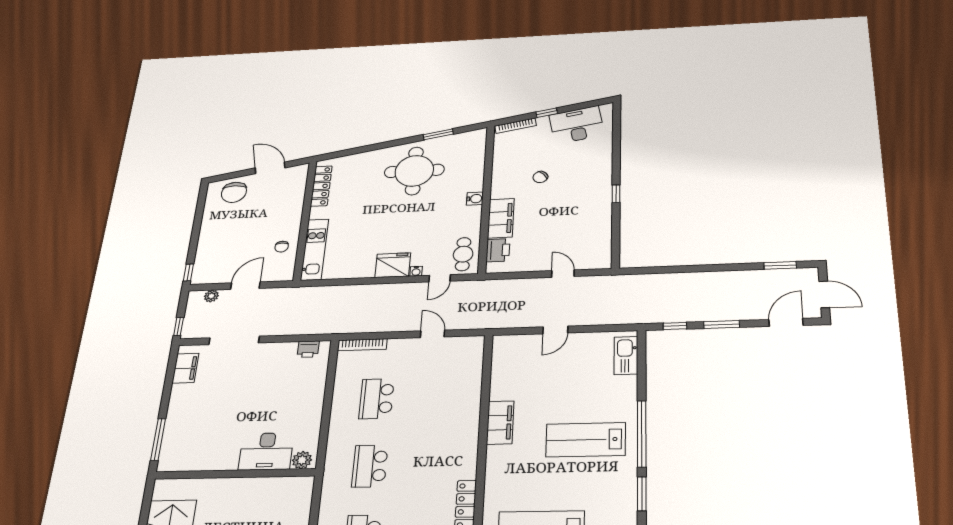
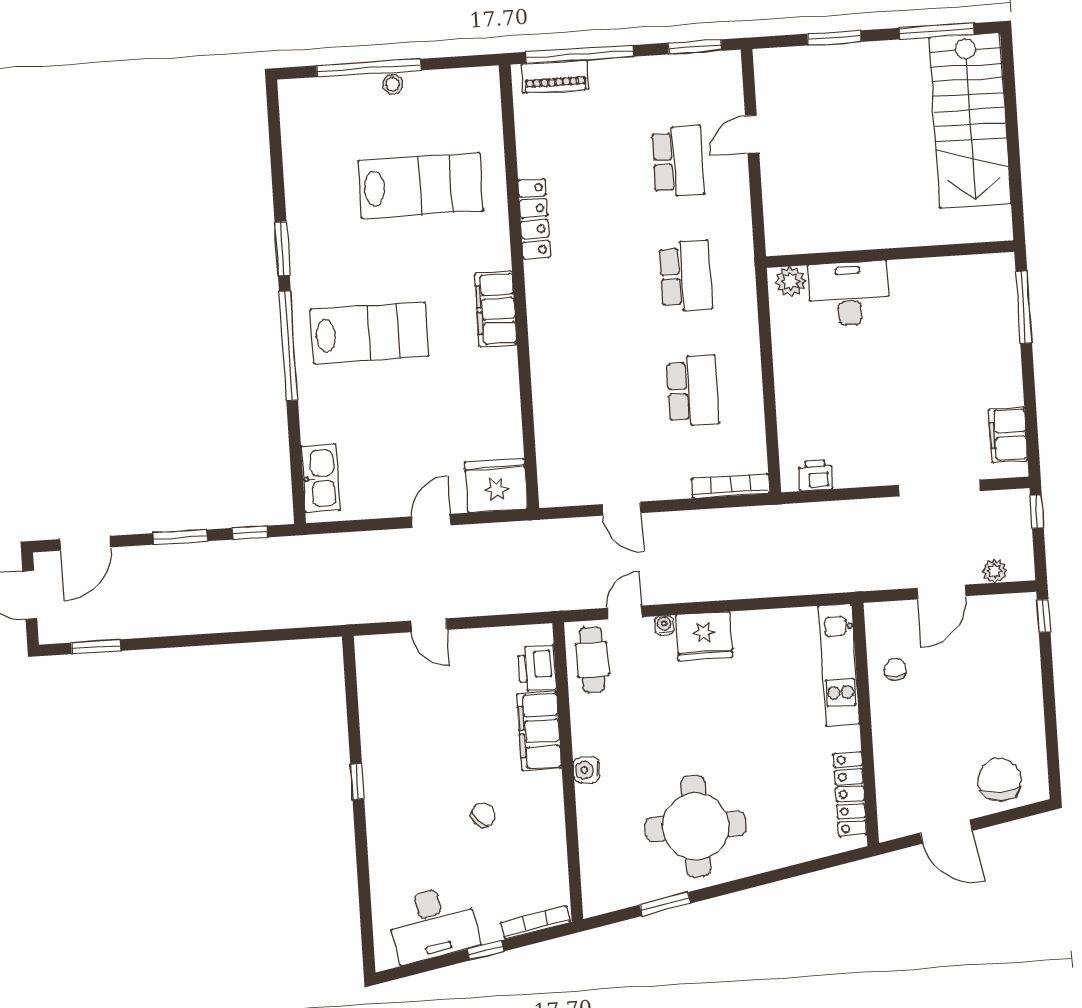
fridge: (511, 349) -> (496, 486), added
filing cabinet: (500, 423) -> (496, 309), moved

